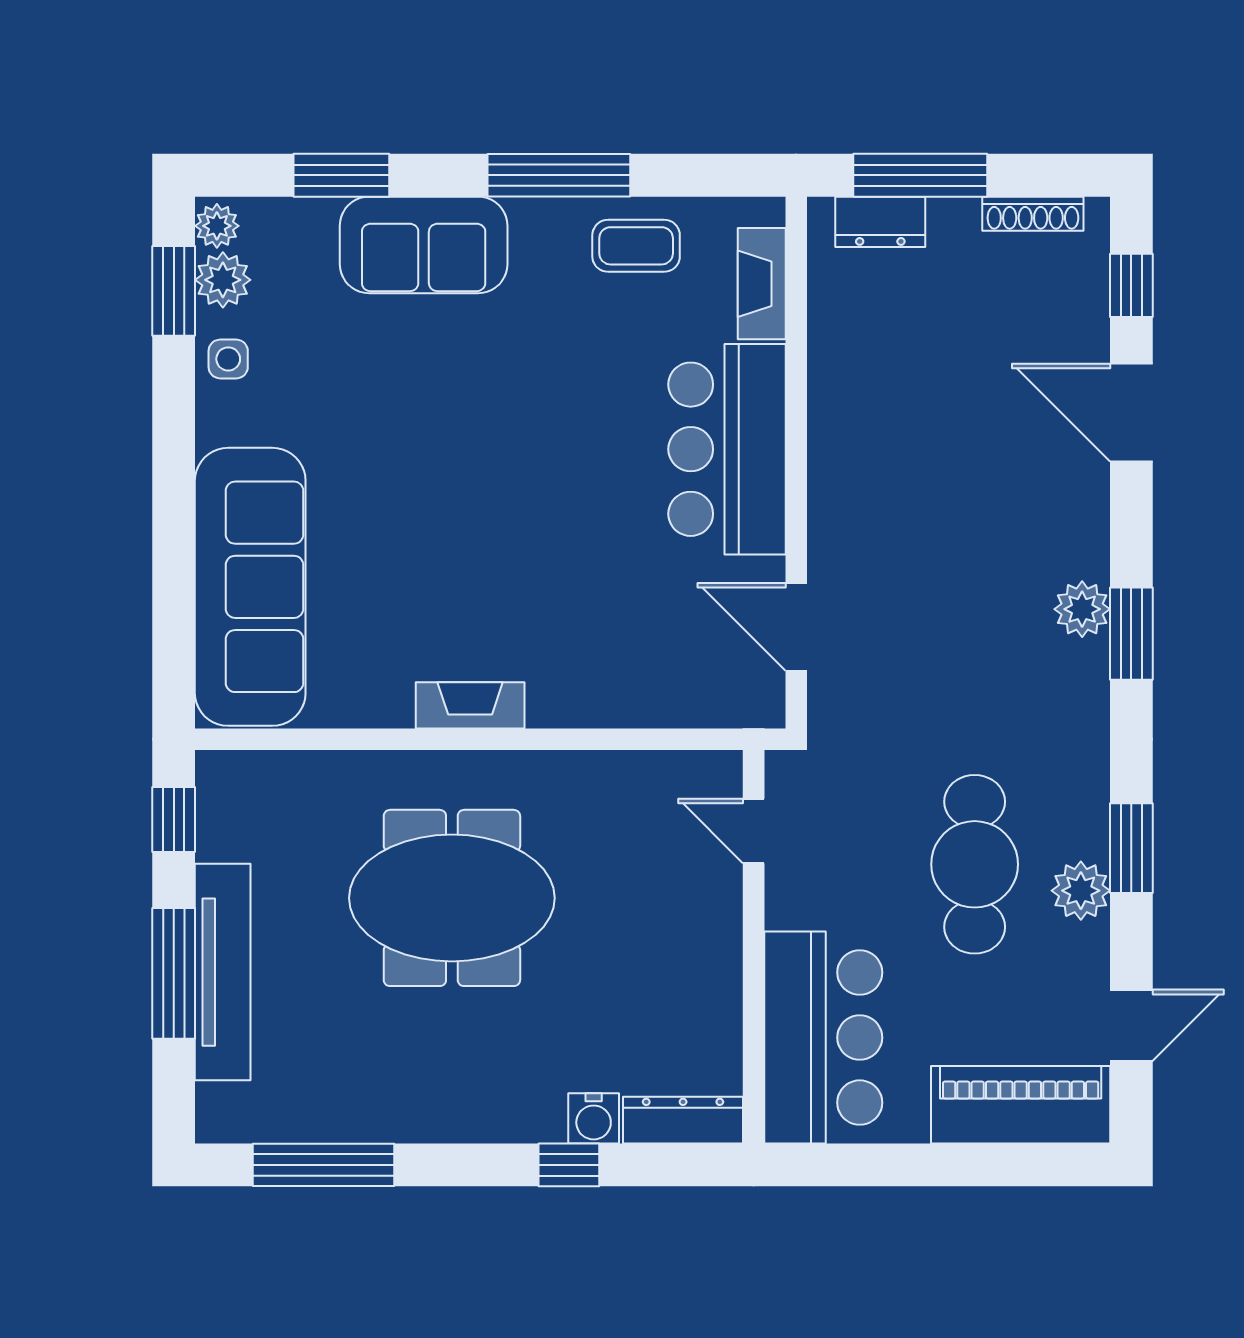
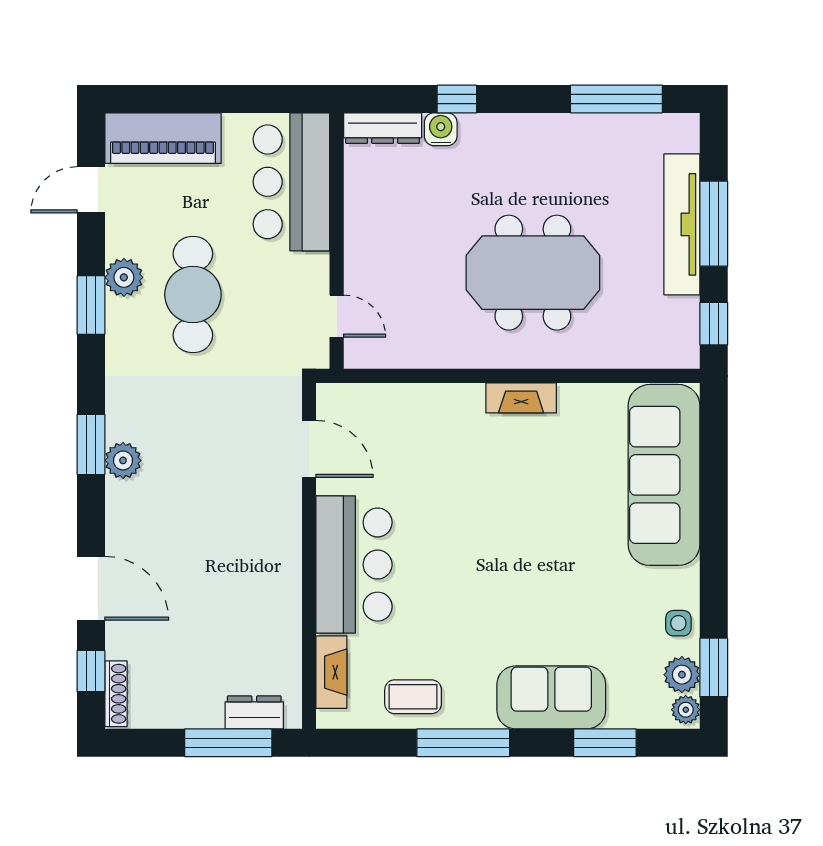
shoe rack: (1033, 214) -> (116, 694), moved, turned 90

